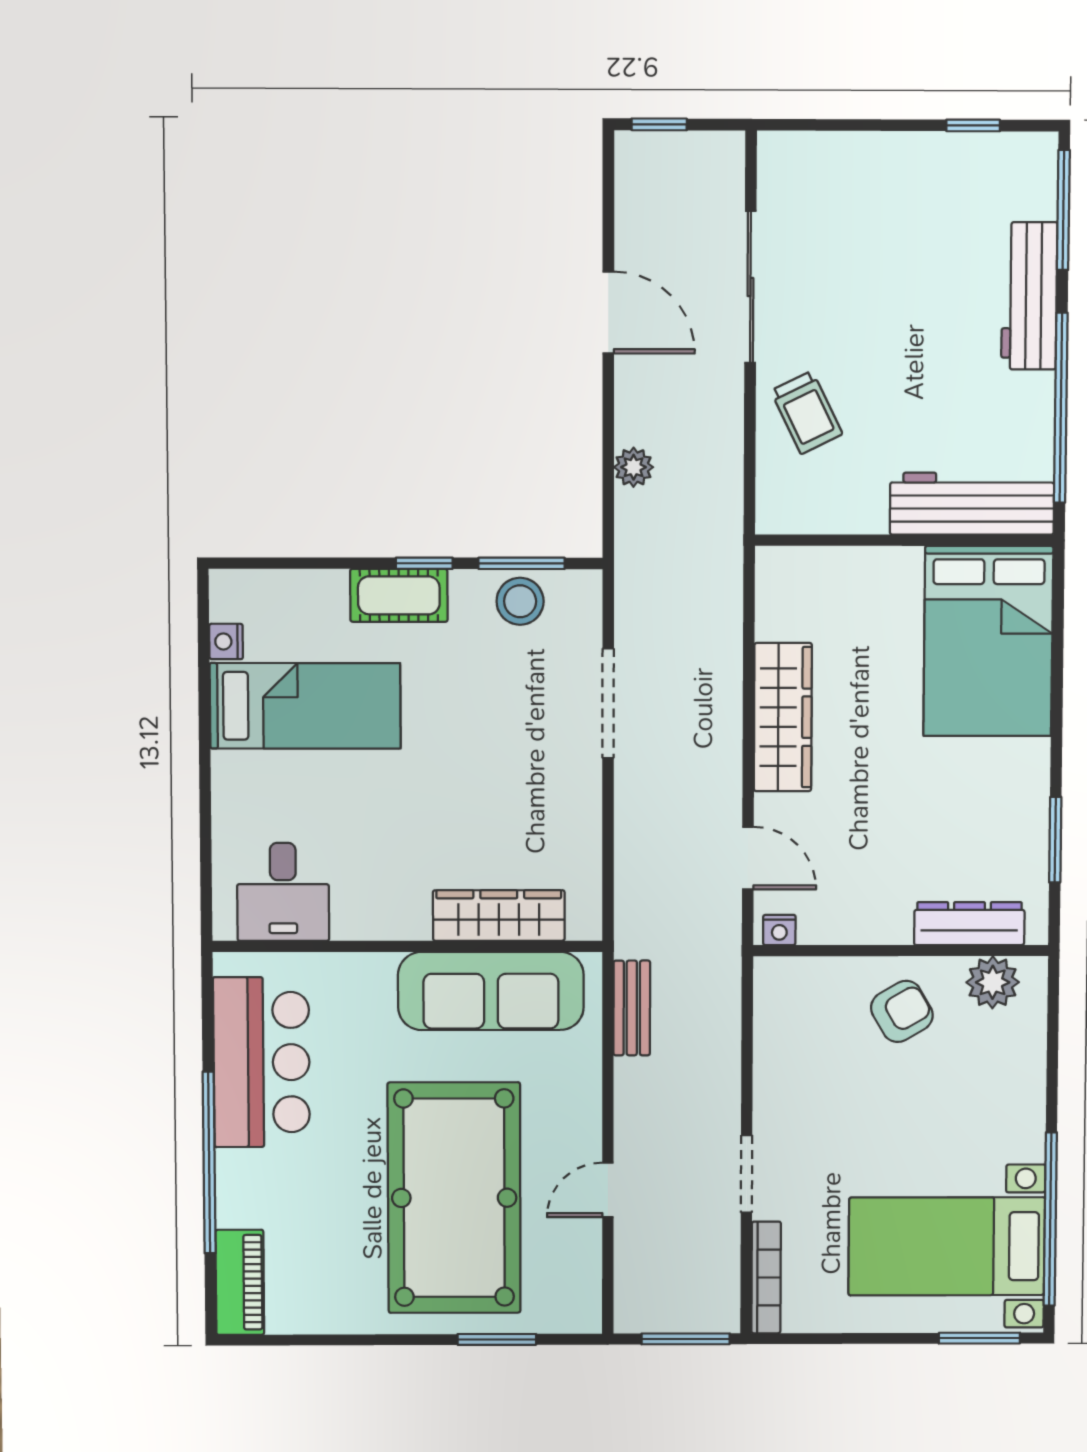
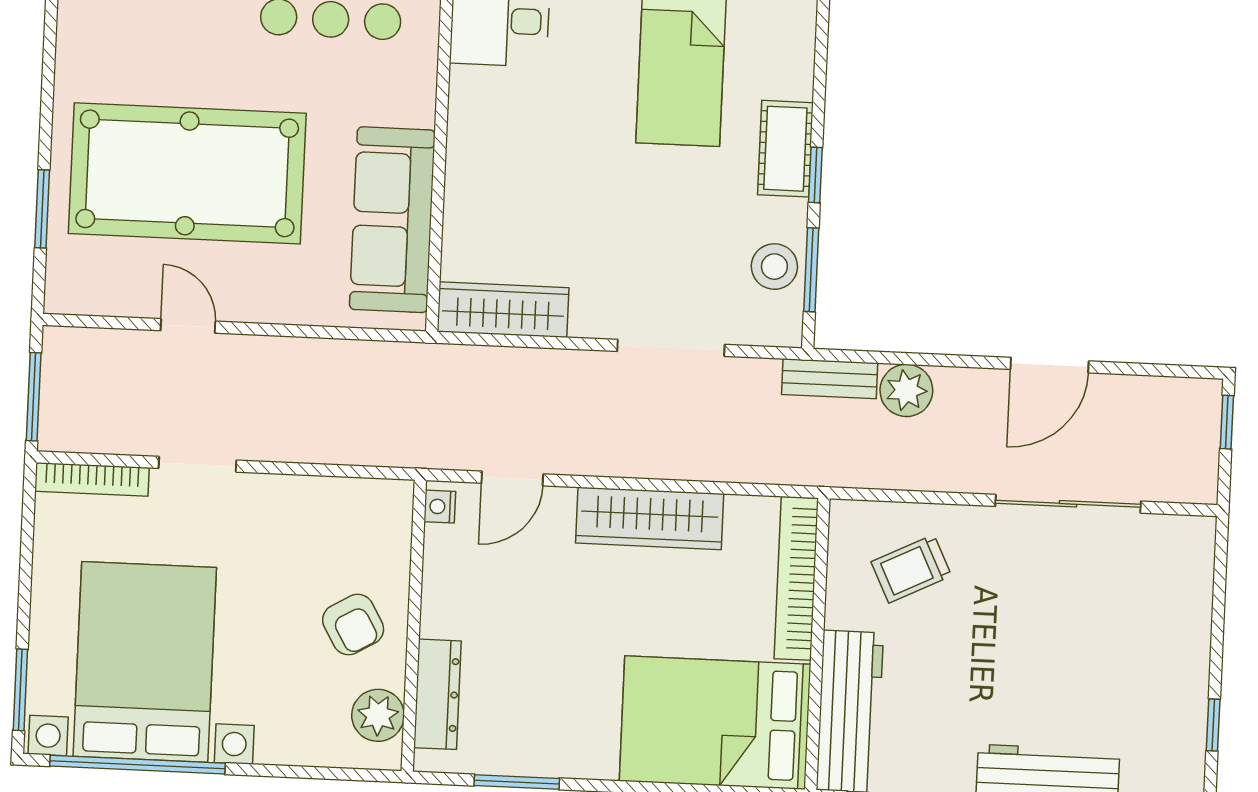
trolley: (807, 413) -> (911, 569), moved
plant: (634, 467) -> (906, 390), width x1.38, depth x1.38
bookcase: (838, 565) -> (796, 578), added
wardrobe: (499, 916) -> (503, 310), moved, turned -90
bench: (632, 1008) -> (830, 379), moved
bed with nightstands: (947, 1246) -> (145, 662), width x1.36

